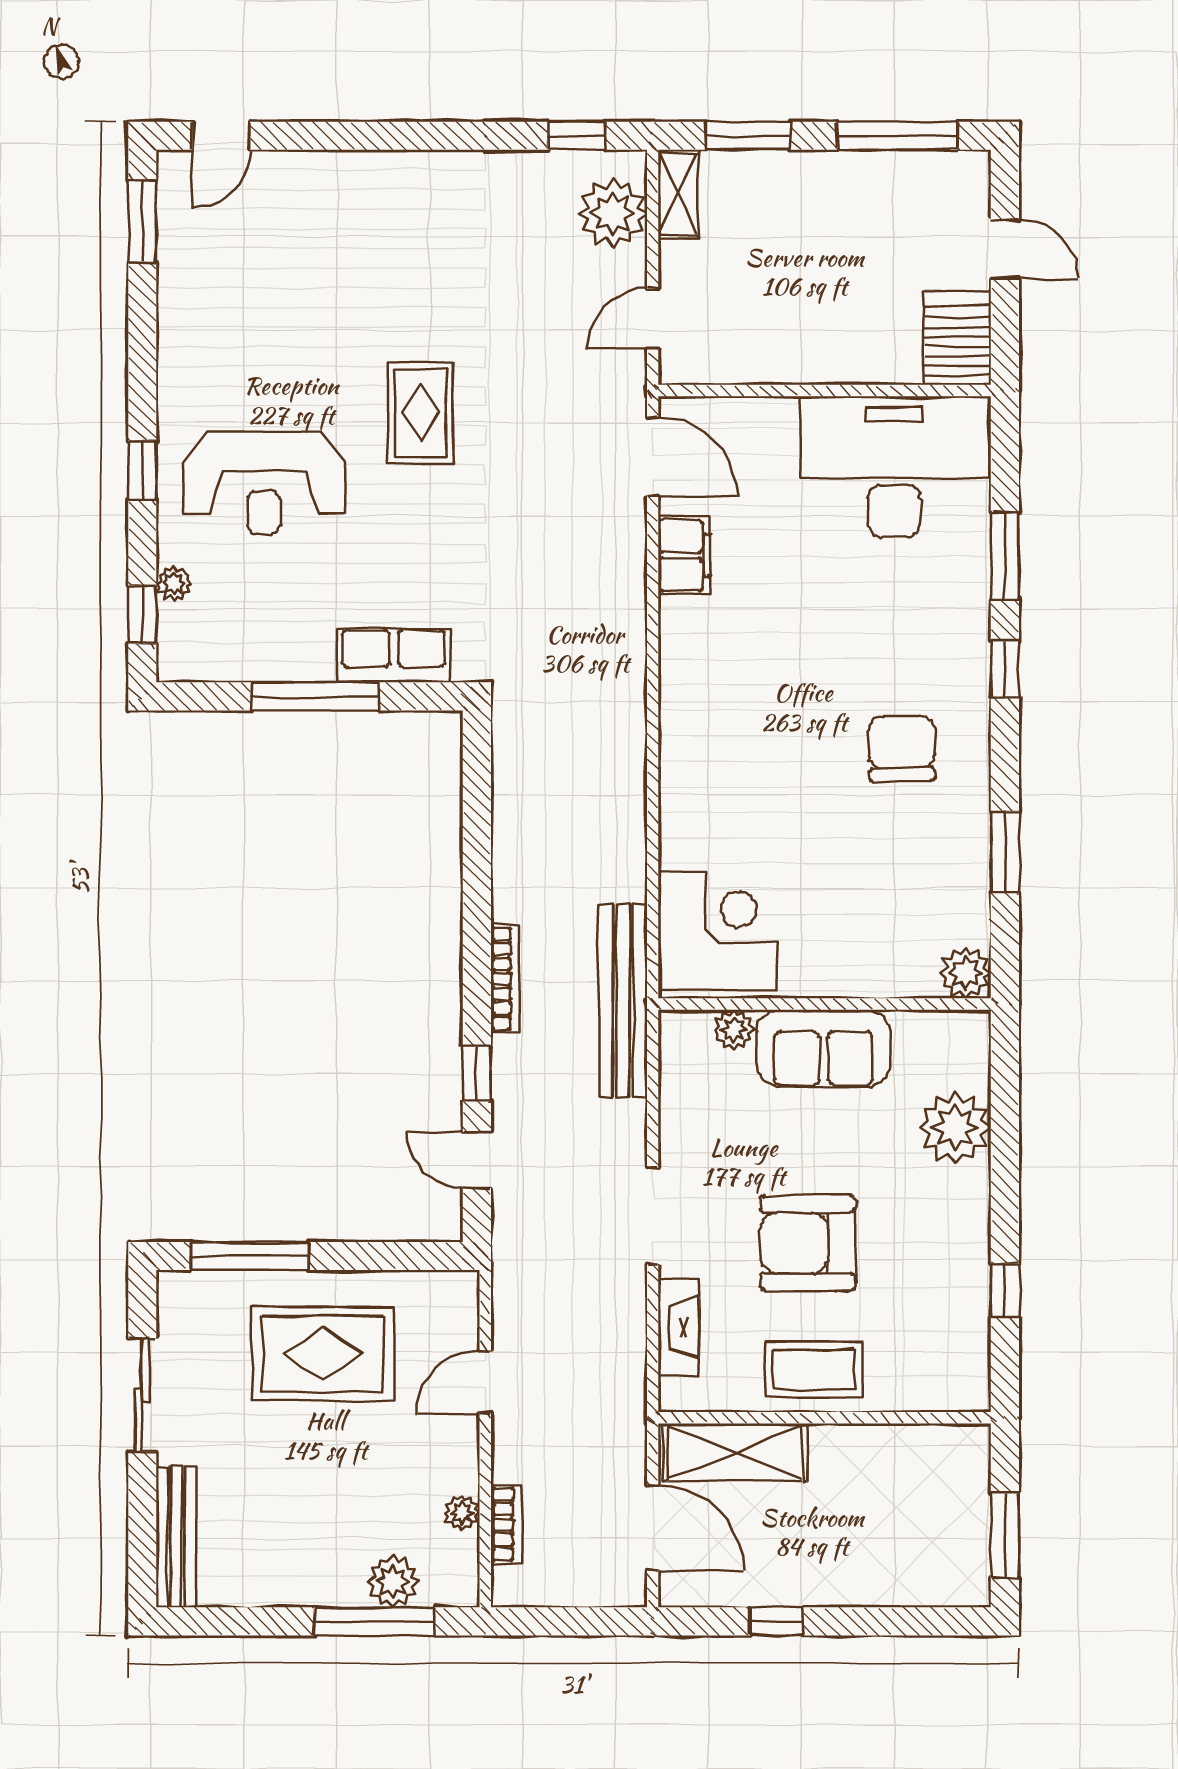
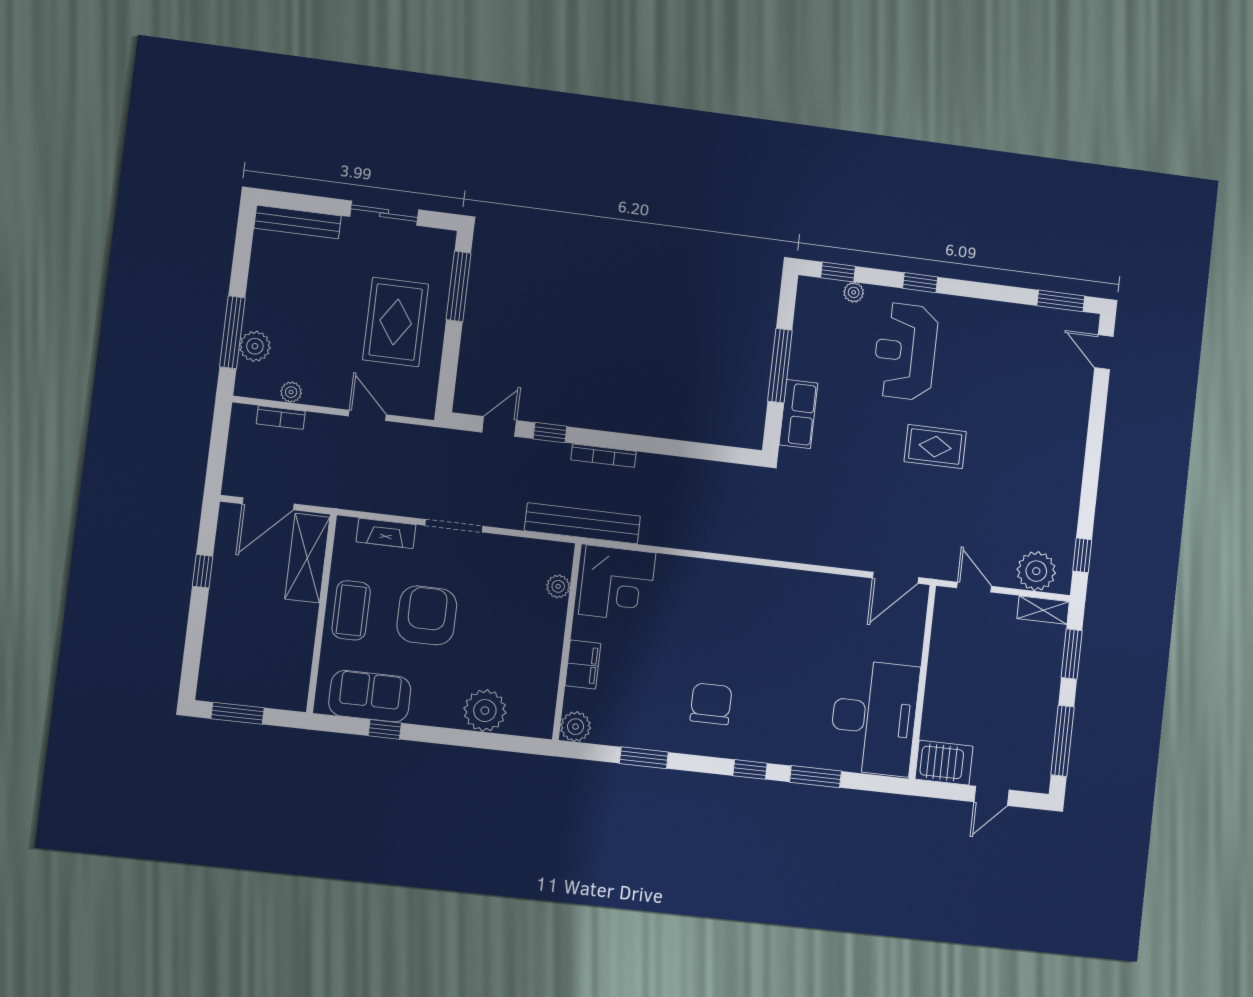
filing cabinet: (684, 555) -> (583, 664), moved, turned -90
chair: (902, 748) -> (711, 704), turned -89
sofa: (824, 1048) -> (370, 696), moved, turned 90

